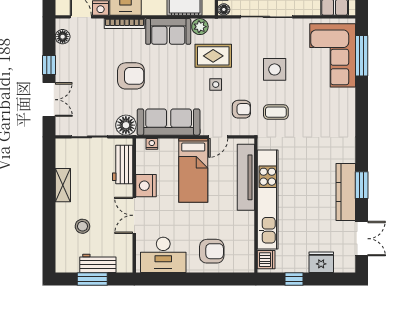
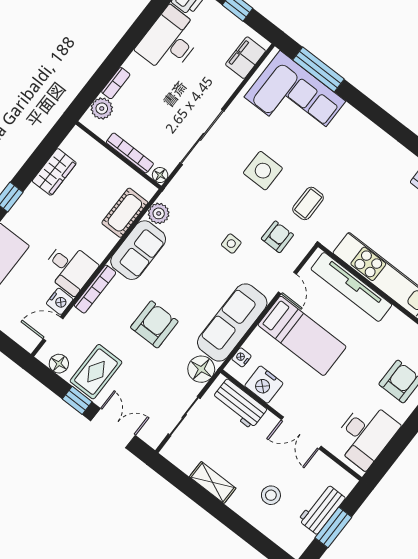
rug: (213, 56) -> (96, 372), moved
nightstand: (146, 186) -> (264, 385), moved

